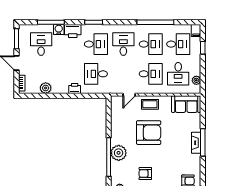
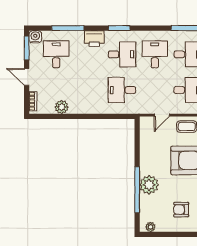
water cooler: (59, 29) -> (35, 37), moved
printer: (75, 88) -> (96, 108), removed

